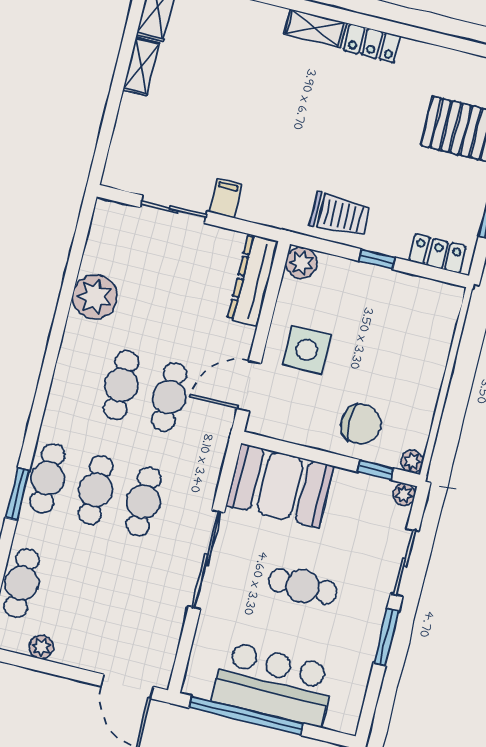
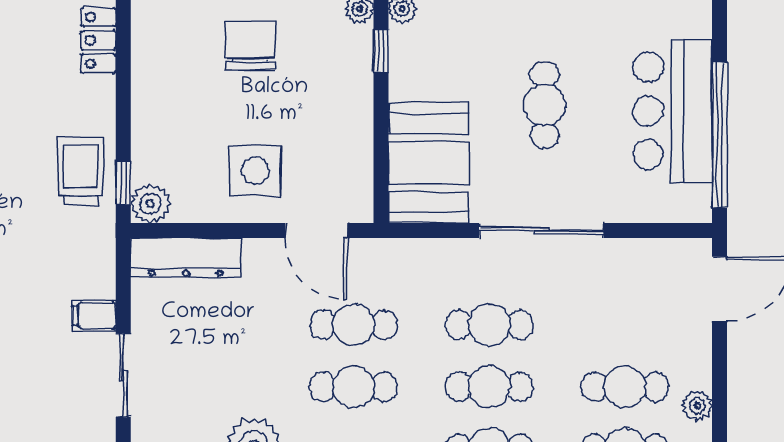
window: (377, 259) -> (123, 183), moved
chair: (361, 424) -> (250, 45), moved
cafe table: (70, 595) -> (625, 387), added

